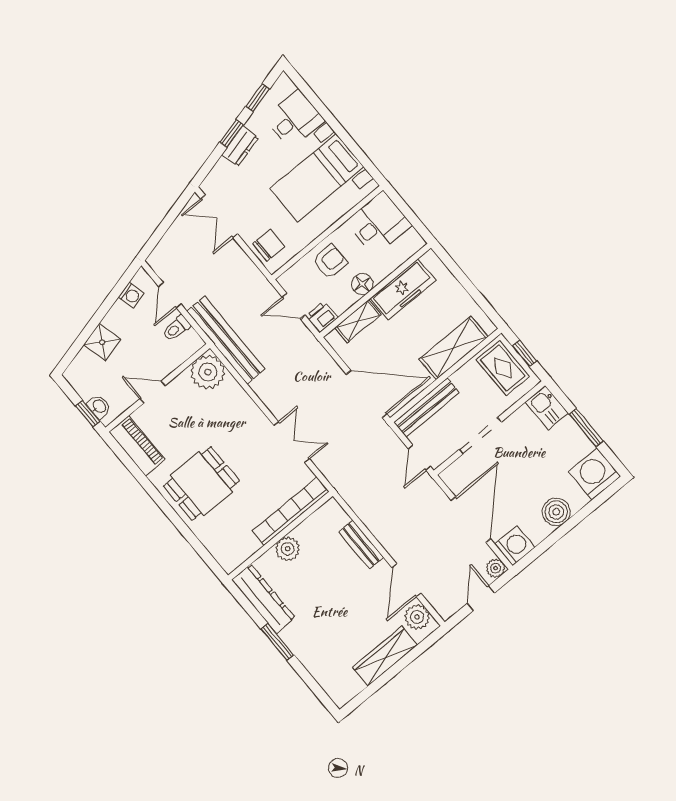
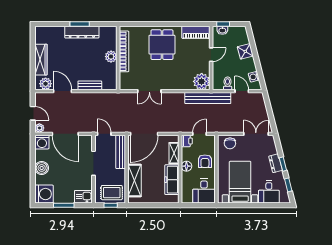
bookcase: (291, 511) -> (124, 51), moved
dresser: (263, 599) -> (82, 32), moved

